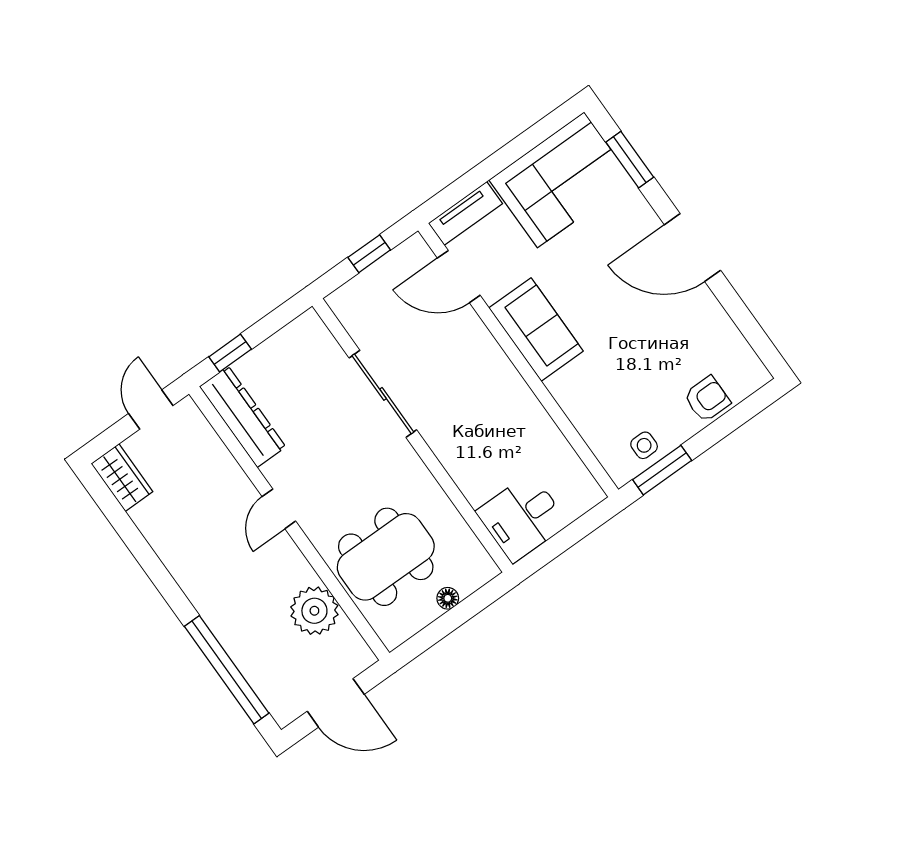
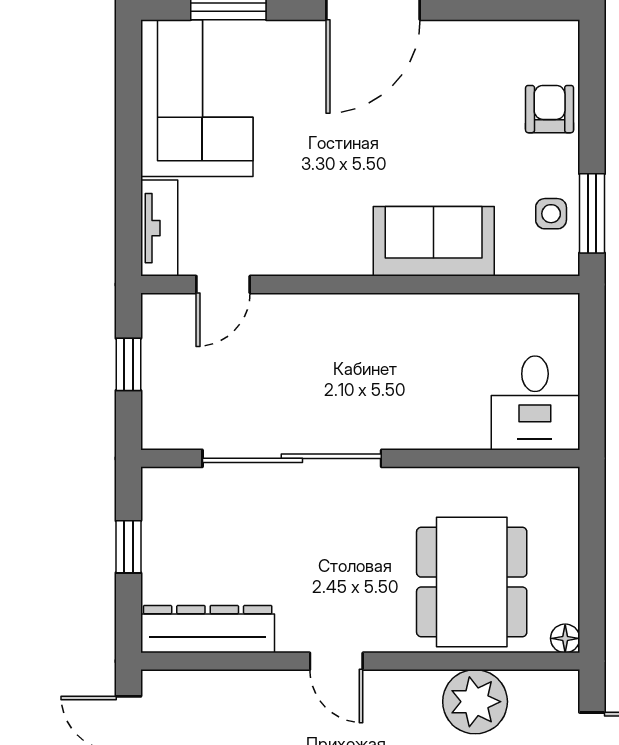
door: (459, 277) -> (223, 285), width x0.73
sofa: (536, 329) -> (434, 241), moved
window: (230, 353) -> (128, 547), moved
sliding door: (383, 394) -> (292, 458), width x1.36
floor lamp: (448, 598) -> (565, 638), moved

